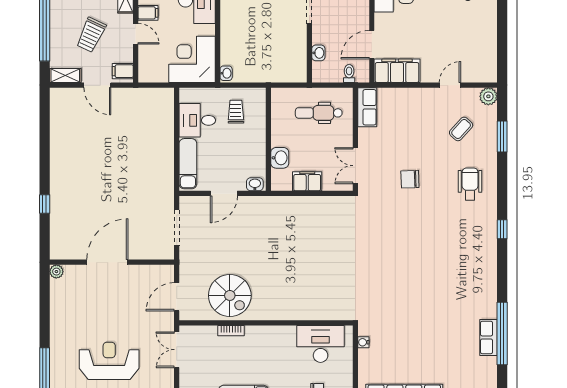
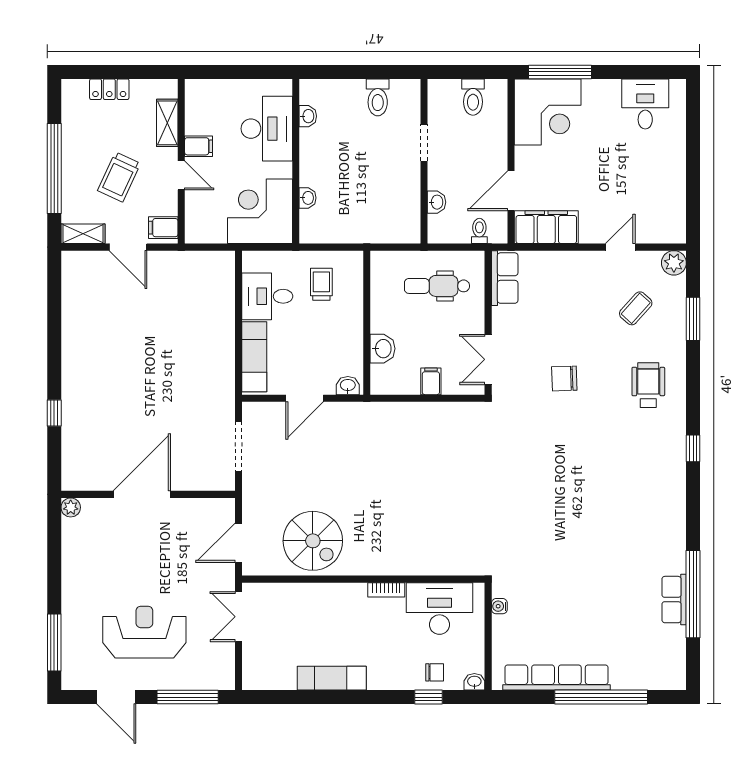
washbasin: (226, 73) -> (308, 198), moved
filing cabinet: (307, 181) -> (431, 381), width x0.50
bookcase: (231, 331) -> (386, 590), moved

